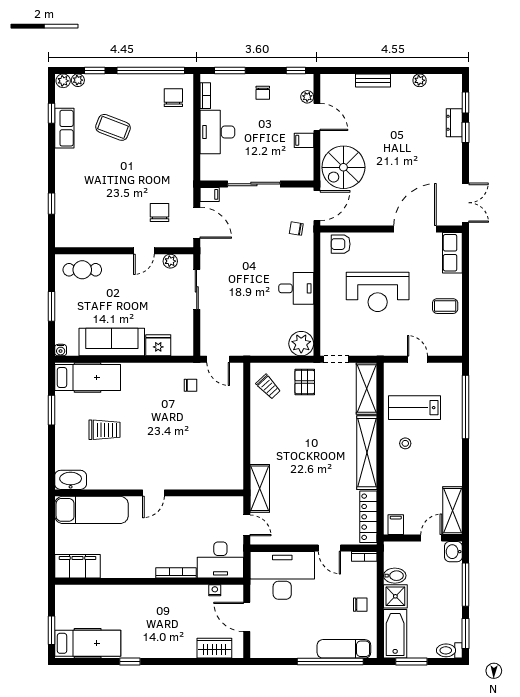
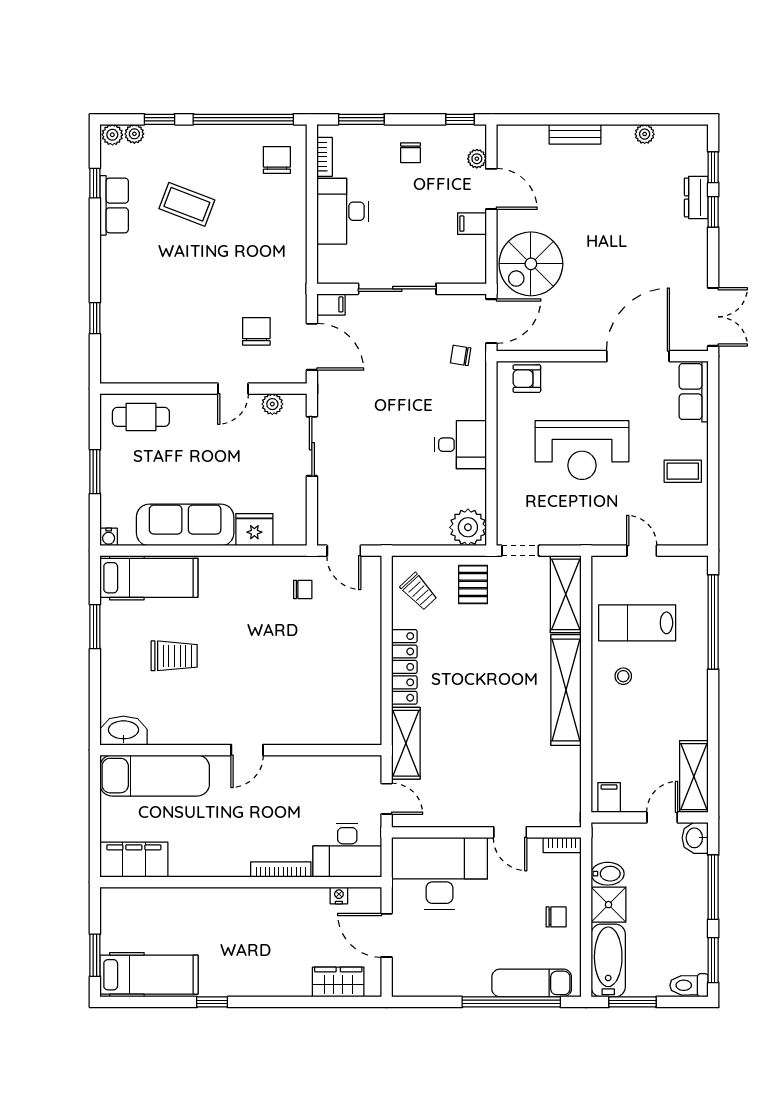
locker: (368, 517) -> (404, 667), moved, turned 180

